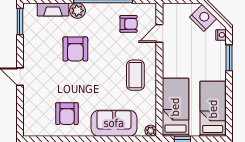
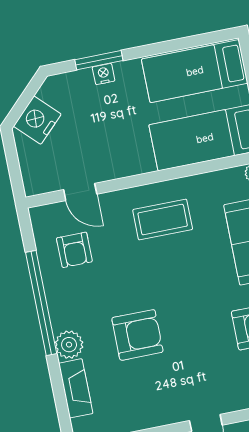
armchair: (129, 24) -> (74, 250), turned 180
nightstand: (221, 35) -> (104, 74), moved

